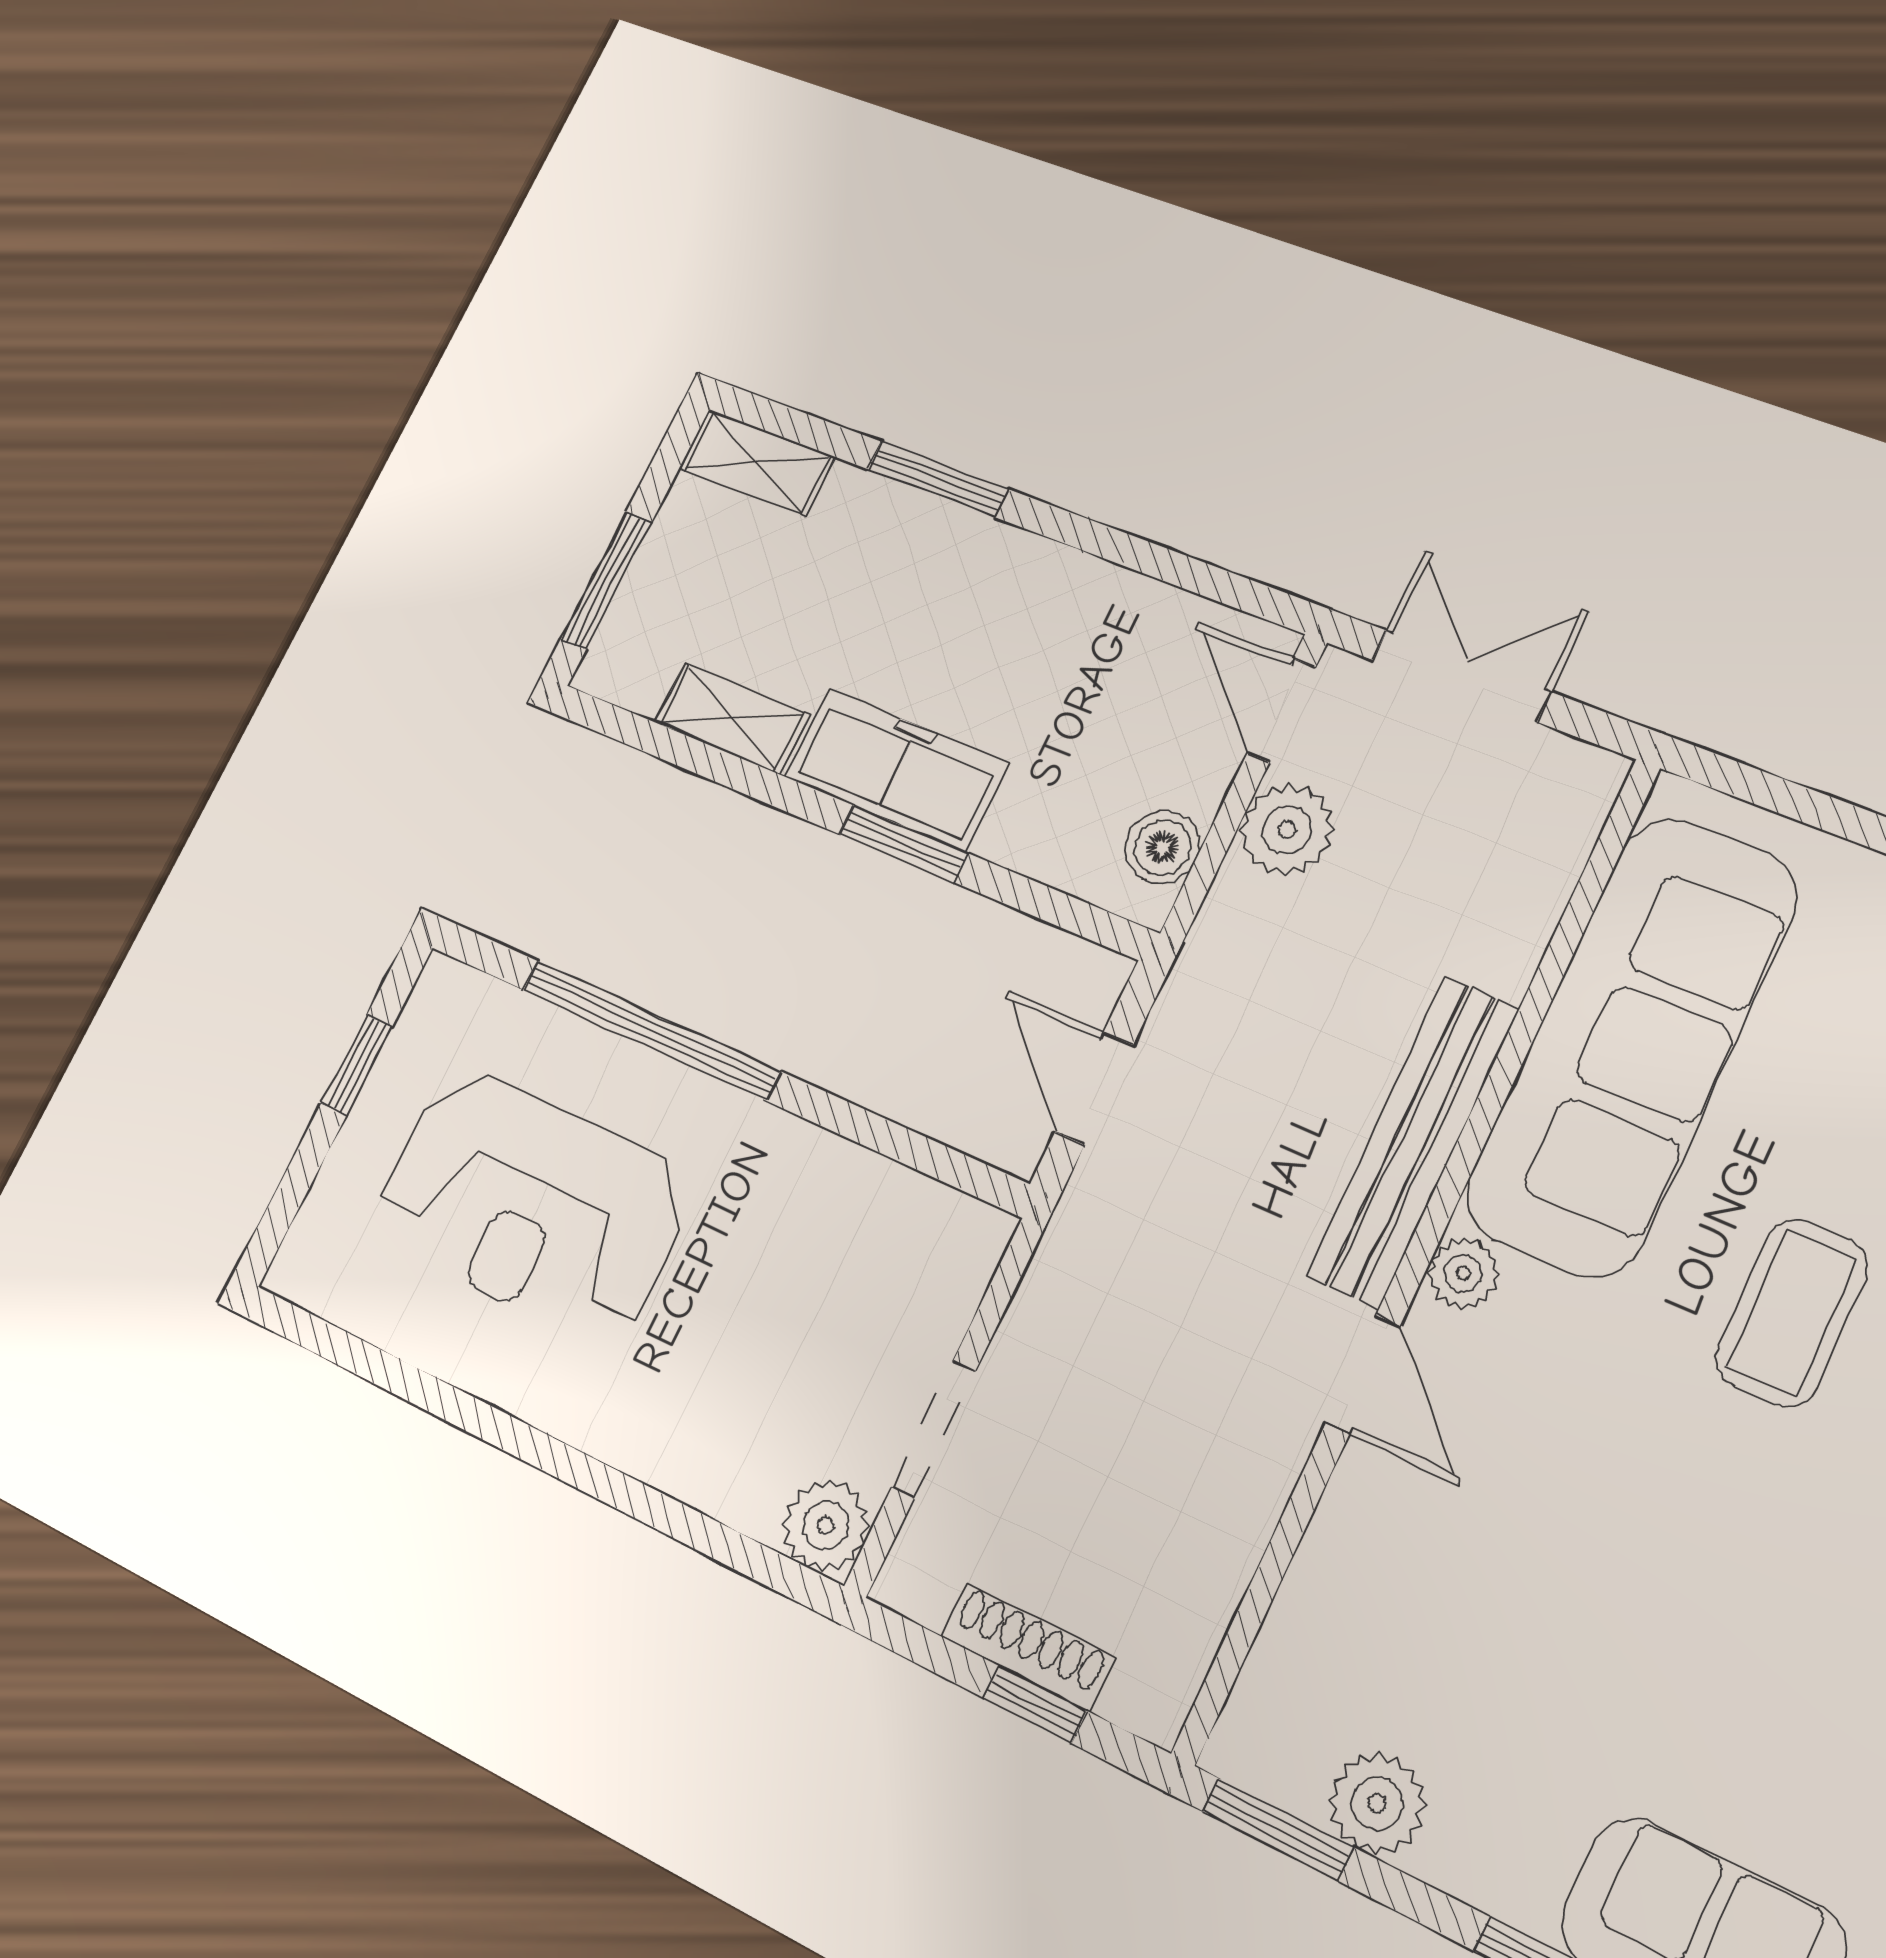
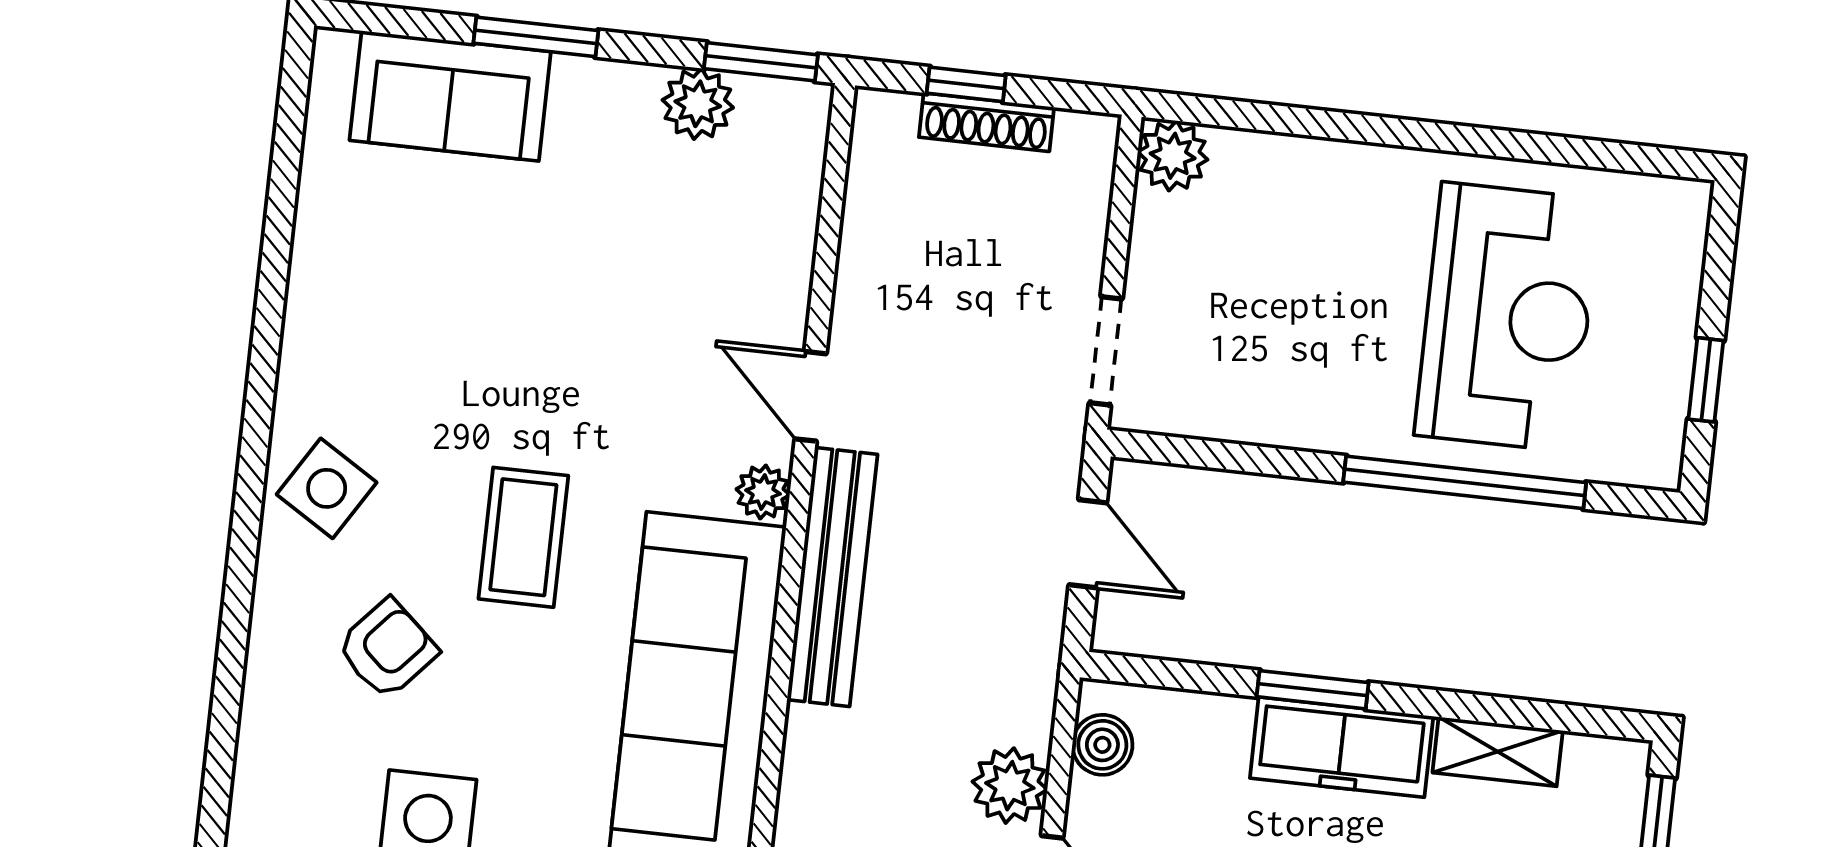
reception desk: (532, 1204) -> (1507, 317), turned 90
doorway: (934, 1429) -> (1106, 351), moved

